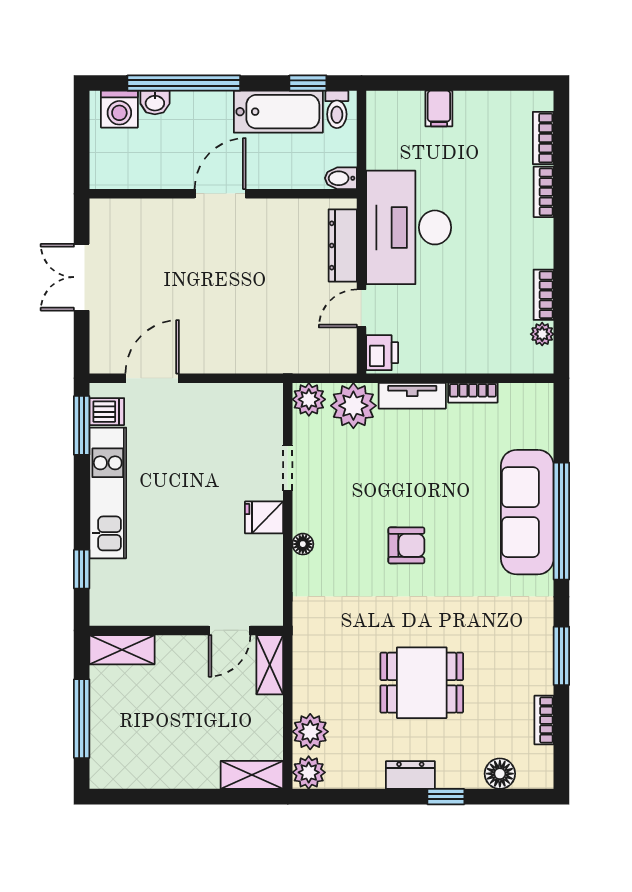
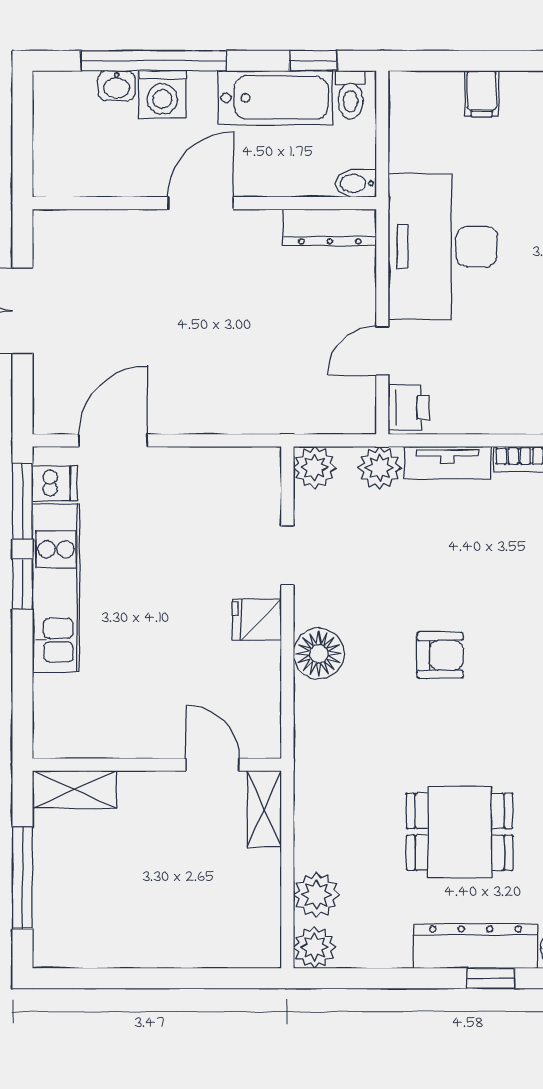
washing machine: (119, 109) -> (162, 94), moved
dresser: (343, 245) -> (330, 227), moved, turned -90
plant: (353, 406) -> (380, 468), width x0.73, depth x0.73
floor lamp: (303, 544) -> (319, 654), width x1.89, depth x1.89
window: (82, 569) -> (22, 584), moved
door: (229, 630) -> (212, 765), swing flipped
shelving: (252, 775) -> (241, 950), removed
dresser: (410, 775) -> (475, 946), width x1.96, depth x1.24

